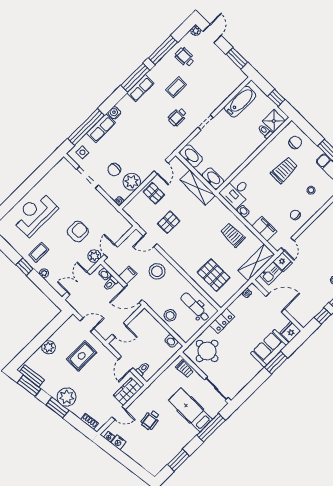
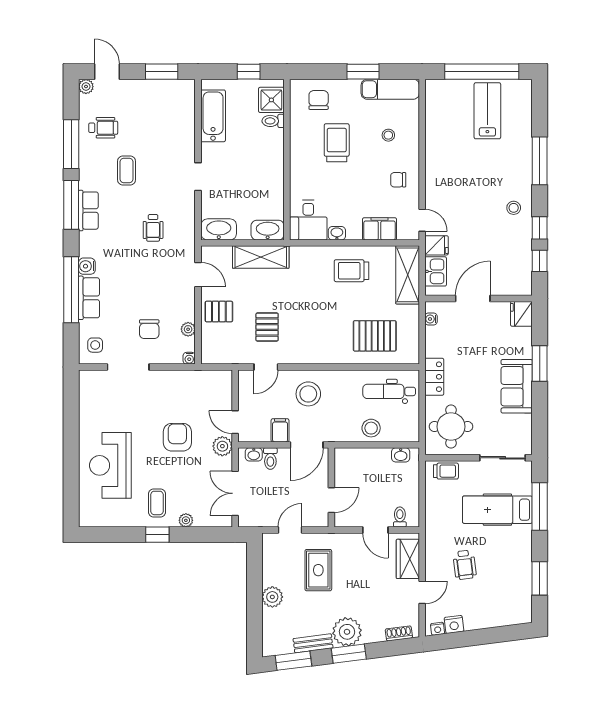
wheelchair: (185, 57) -> (103, 128), turned 180
wheelchair: (177, 117) -> (153, 228), moved
window: (86, 127) -> (71, 290), moved
plant: (132, 182) -> (188, 329), width x0.53, depth x0.53
sofa: (270, 348) -> (517, 386), moved
bench: (32, 376) -> (313, 643), moved

